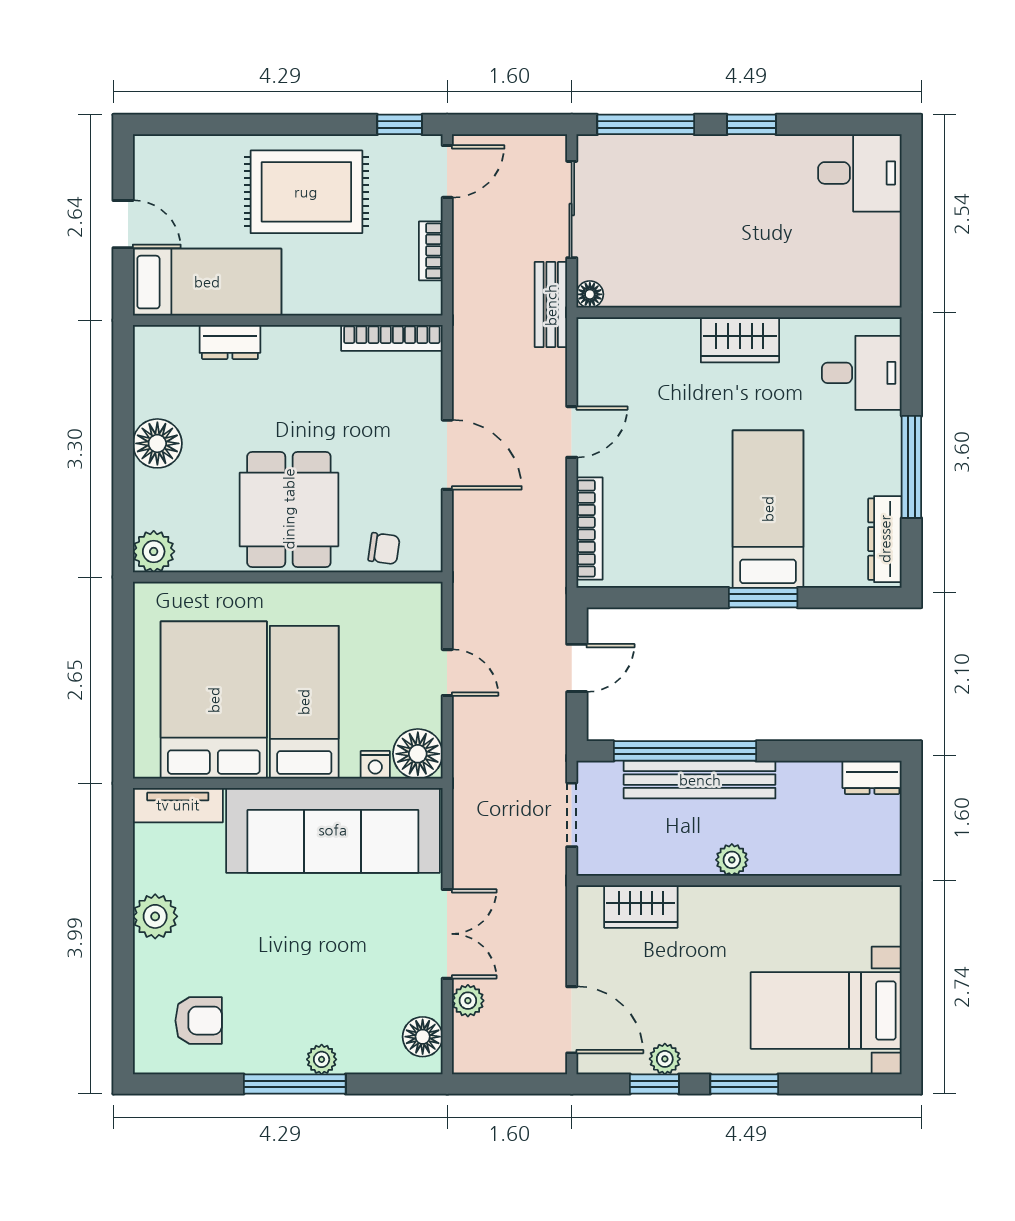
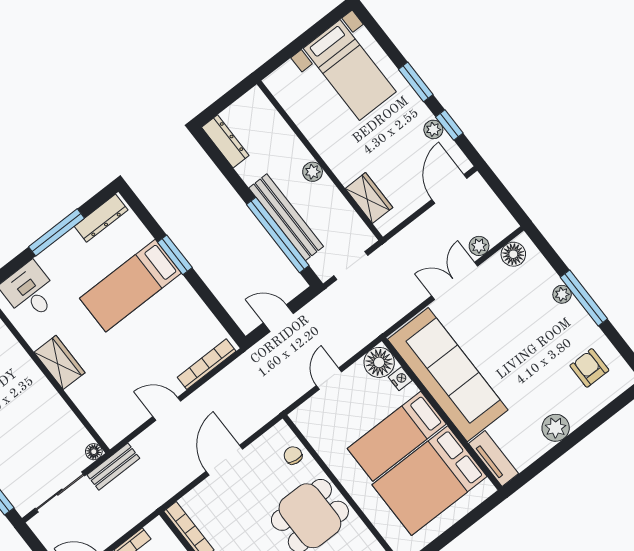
dresser: (872, 777) -> (225, 141), width x1.44

